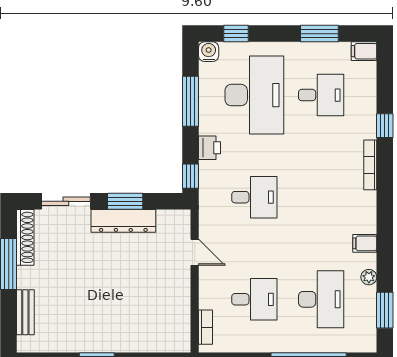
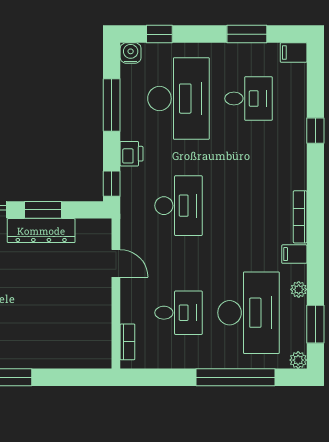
bookcase: (370, 165) -> (300, 217), moved
desk: (254, 197) -> (178, 206), width x1.37
desk: (321, 299) -> (249, 313), width x1.36, depth x1.30
plant: (368, 344) -> (298, 360), added

